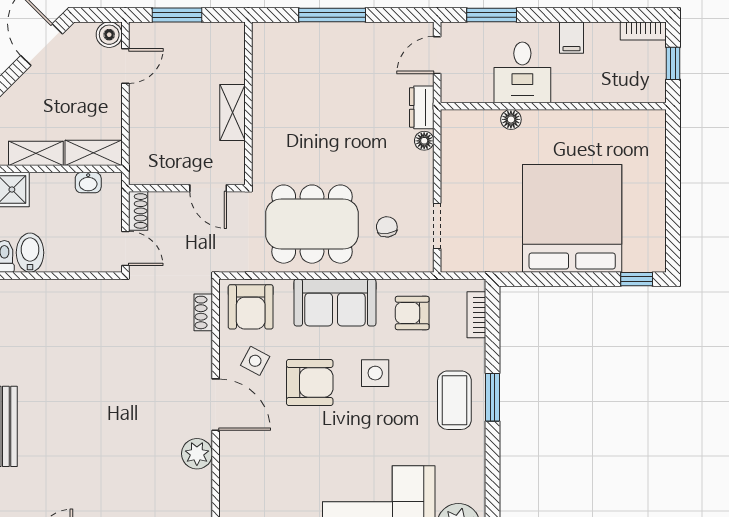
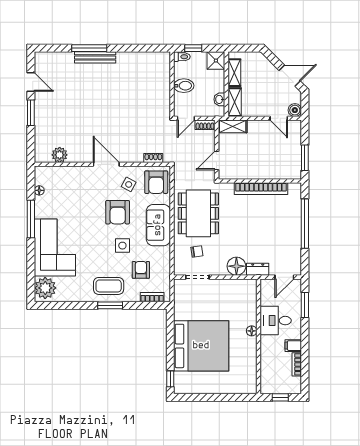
window: (177, 15) -> (305, 158), moved
window: (332, 15) -> (305, 224), width x1.46
bookcase: (643, 31) -> (297, 364), moved
door: (437, 55) -> (284, 277), swing flipped
bookcase: (264, 101) -> (261, 189), added
shelving: (232, 112) -> (233, 126), moved
floor lamp: (511, 119) -> (252, 331), moved
floor lamp: (424, 141) -> (236, 266), width x1.89, depth x1.89
bidet: (30, 253) -> (184, 86), moved
armchair: (251, 307) -> (156, 182), turned -90
armchair: (412, 313) -> (141, 270), moved
door: (216, 405) -> (106, 164), swing flipped
plant: (197, 454) -> (60, 155), moved

